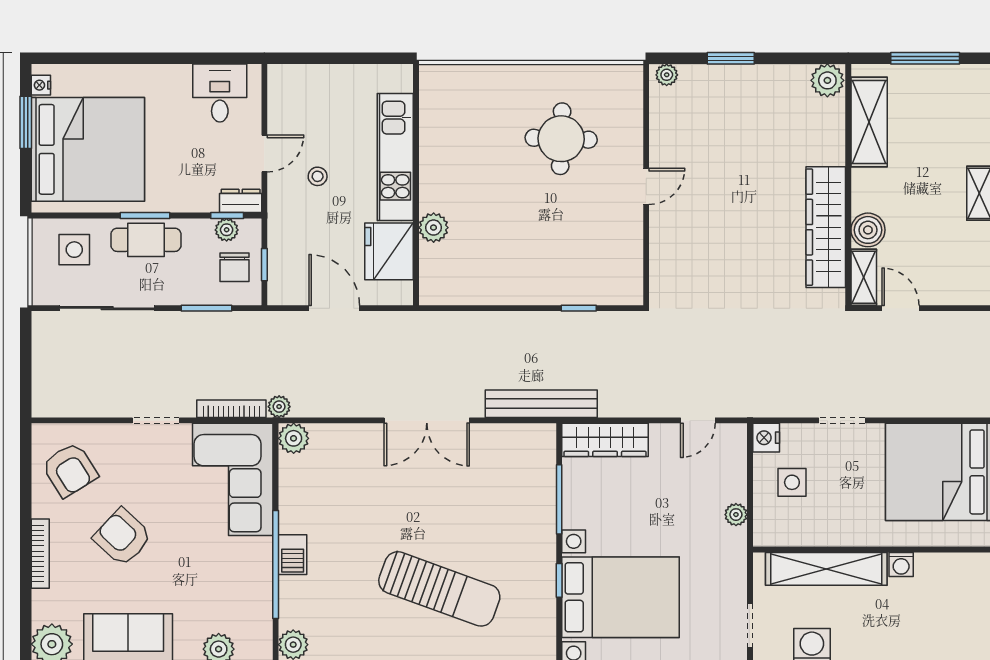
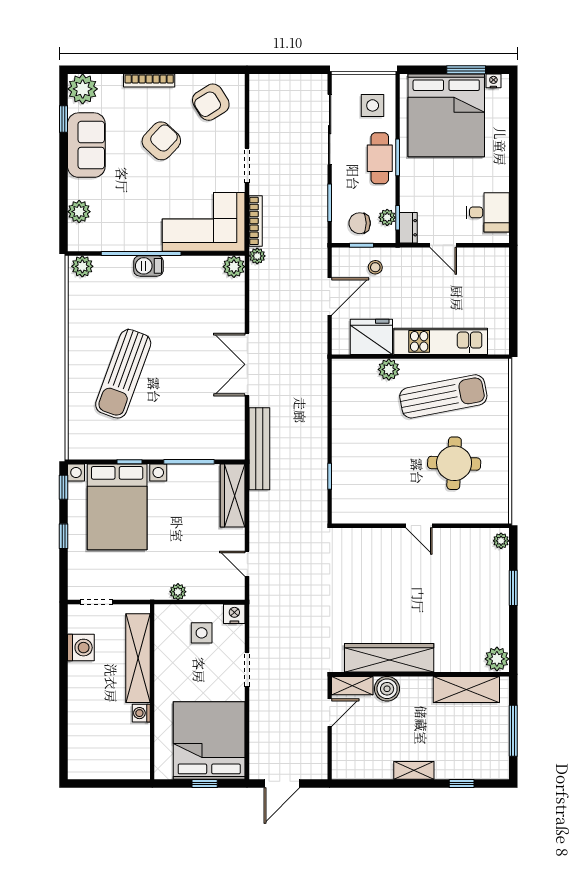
sun lounger: (470, 153) -> (443, 396), added
stool: (318, 176) -> (375, 267), moved

